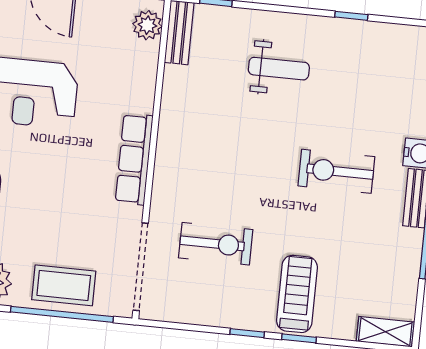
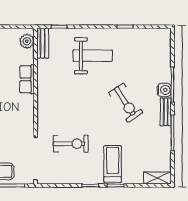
weight bench: (279, 69) -> (93, 56), width x1.36, depth x1.33
row of seats: (134, 159) -> (27, 79), moved, width x0.68
exercise bike: (336, 171) -> (126, 103), turned -123

